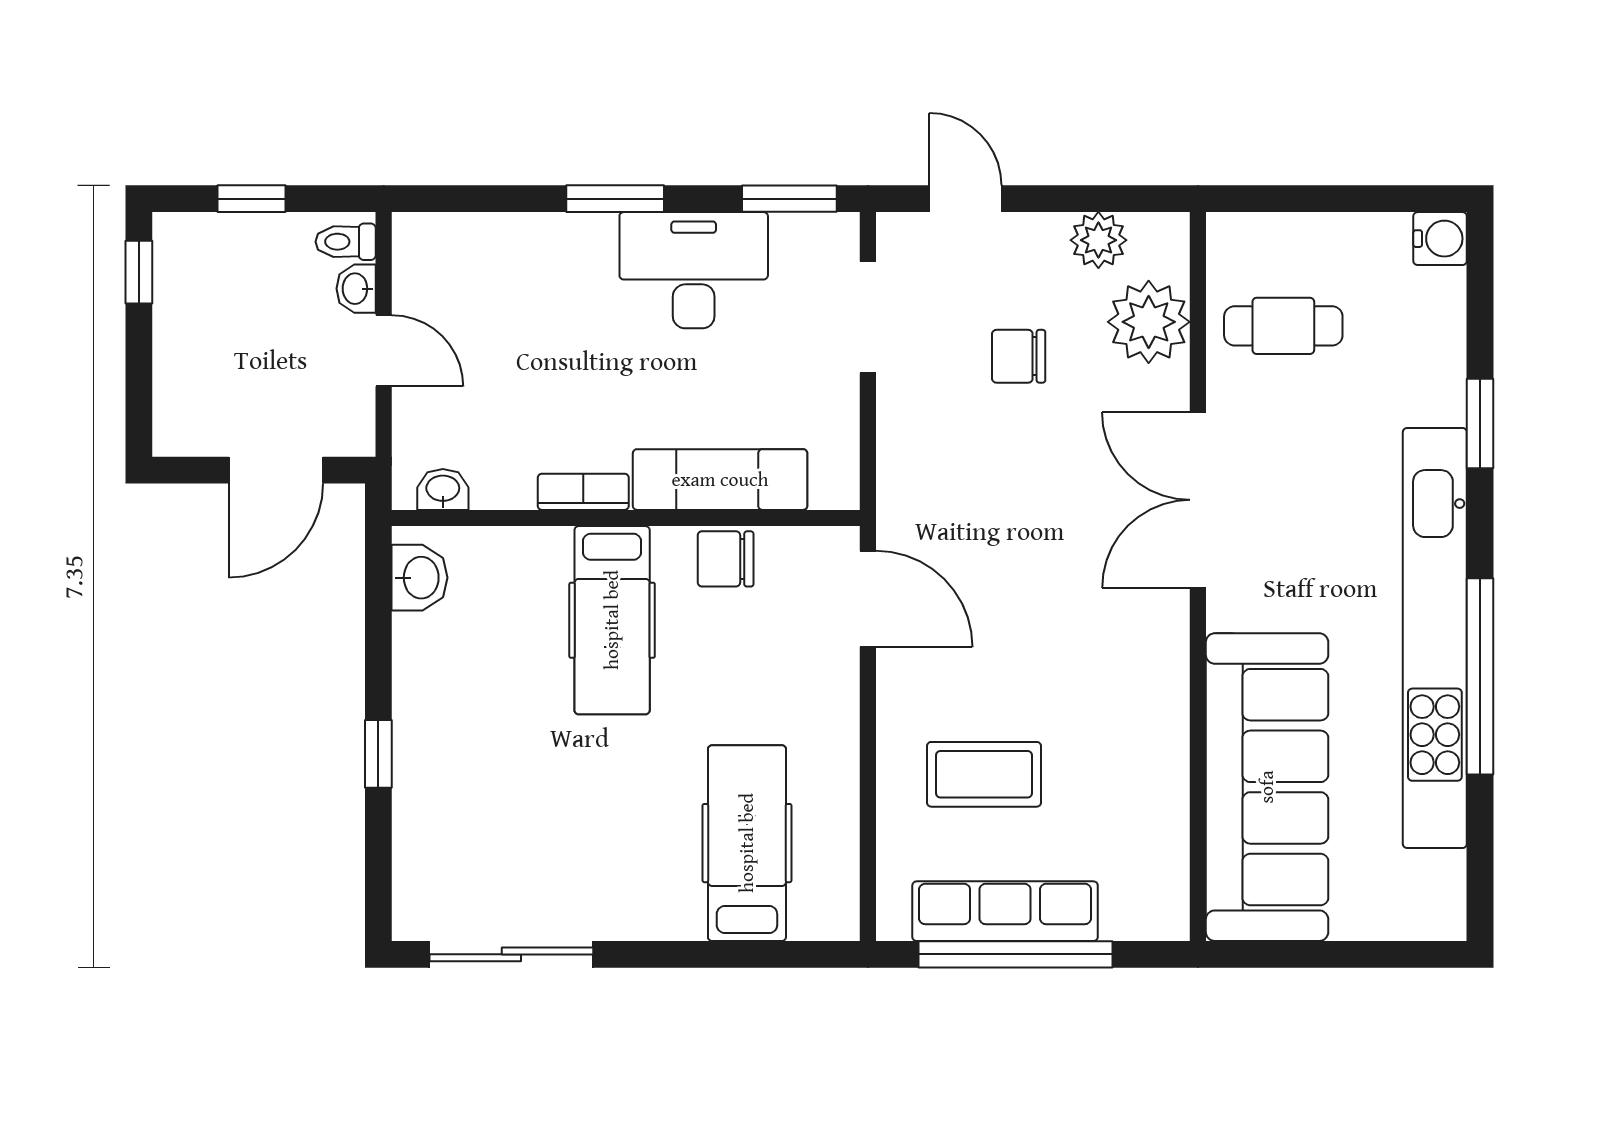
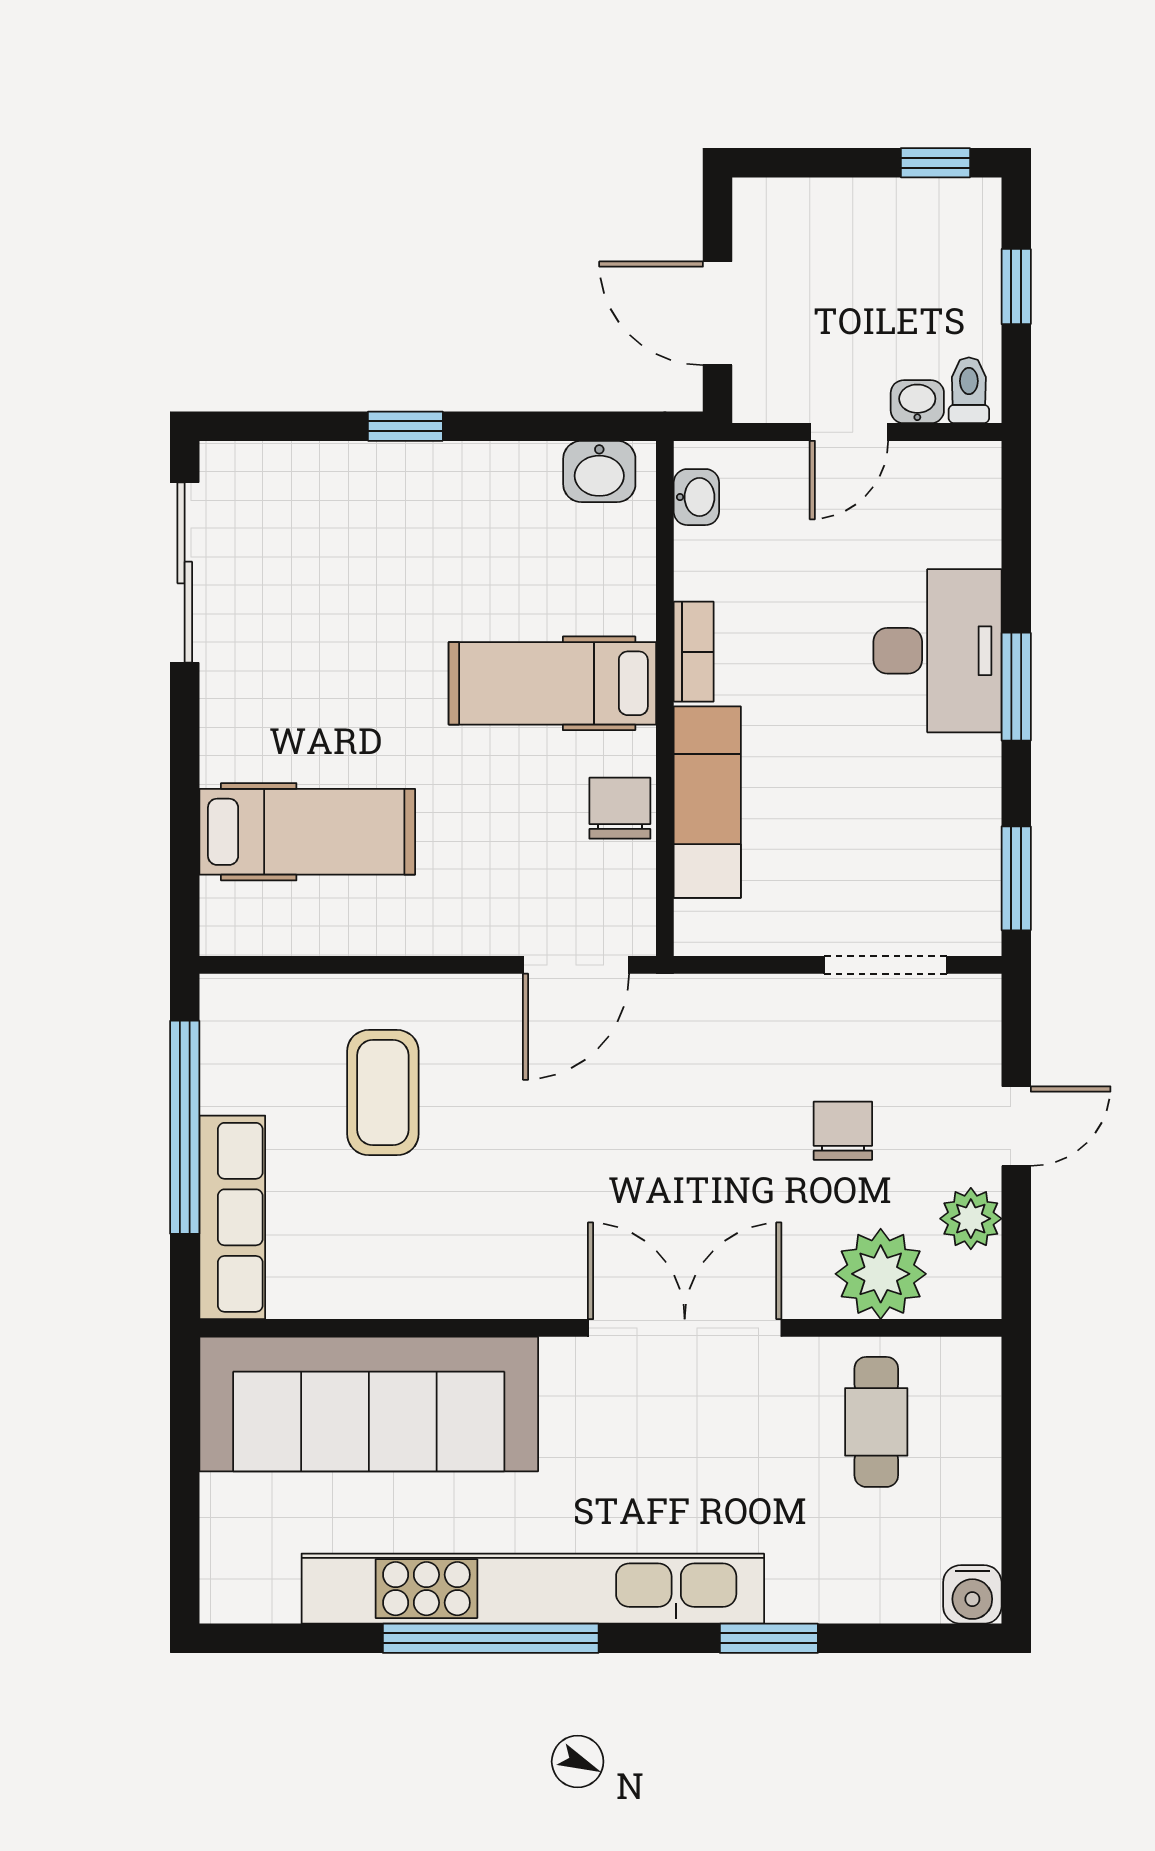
door: (965, 199) -> (1016, 1126), moved
desk: (694, 270) -> (938, 651), moved
row of seats: (1005, 911) -> (232, 1217), moved

